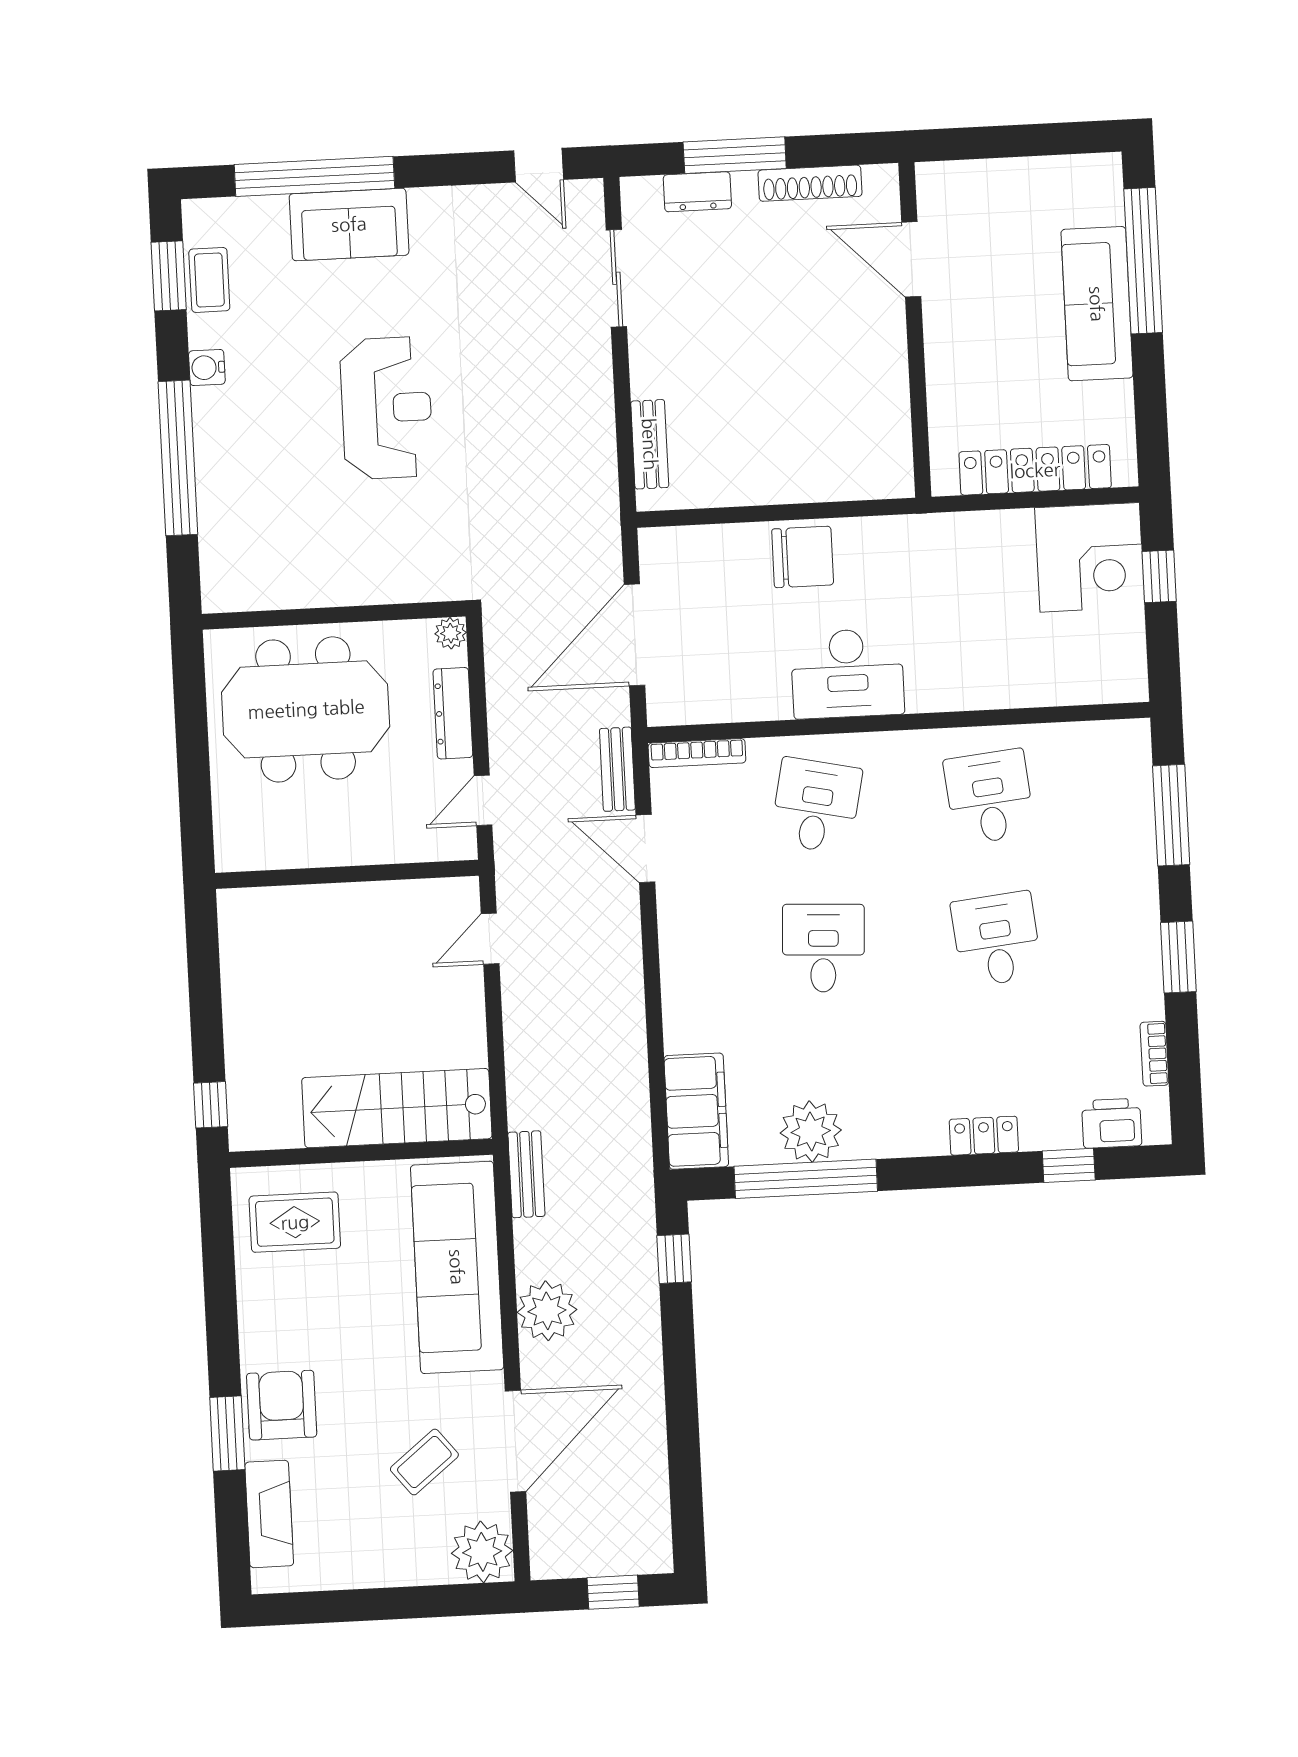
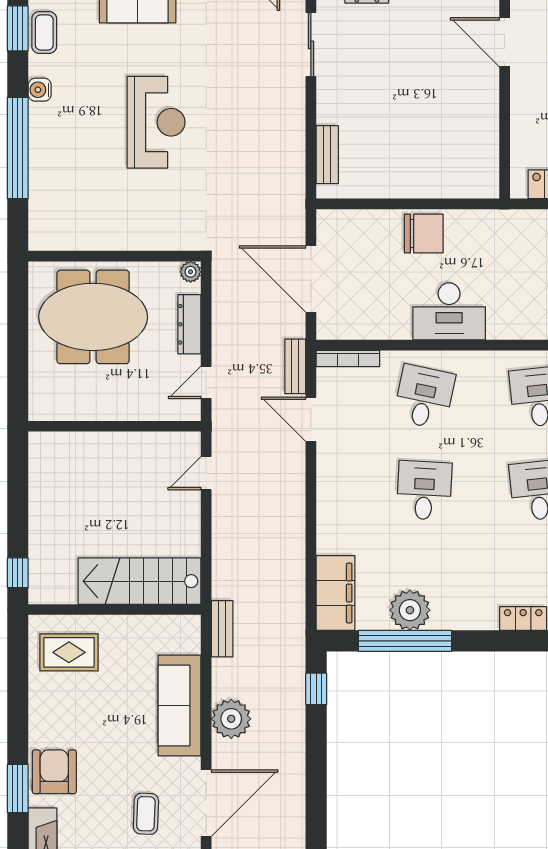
door: (634, 635) -> (311, 279), hinge flipped
sofa: (457, 1267) -> (180, 706), width x0.74, depth x0.79
coffee table: (424, 1462) -> (146, 814), turned -49

